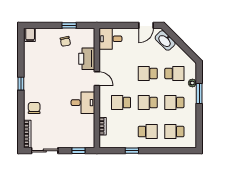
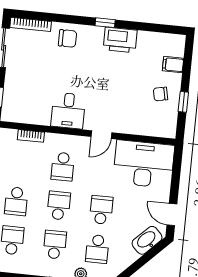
filing cabinet: (30, 35) -> (173, 65), moved
desk: (110, 39) -> (144, 164), width x1.87, depth x1.30
printer: (87, 59) -> (120, 40), moved, turned 180
school desk: (121, 103) -> (63, 167), turned 180

